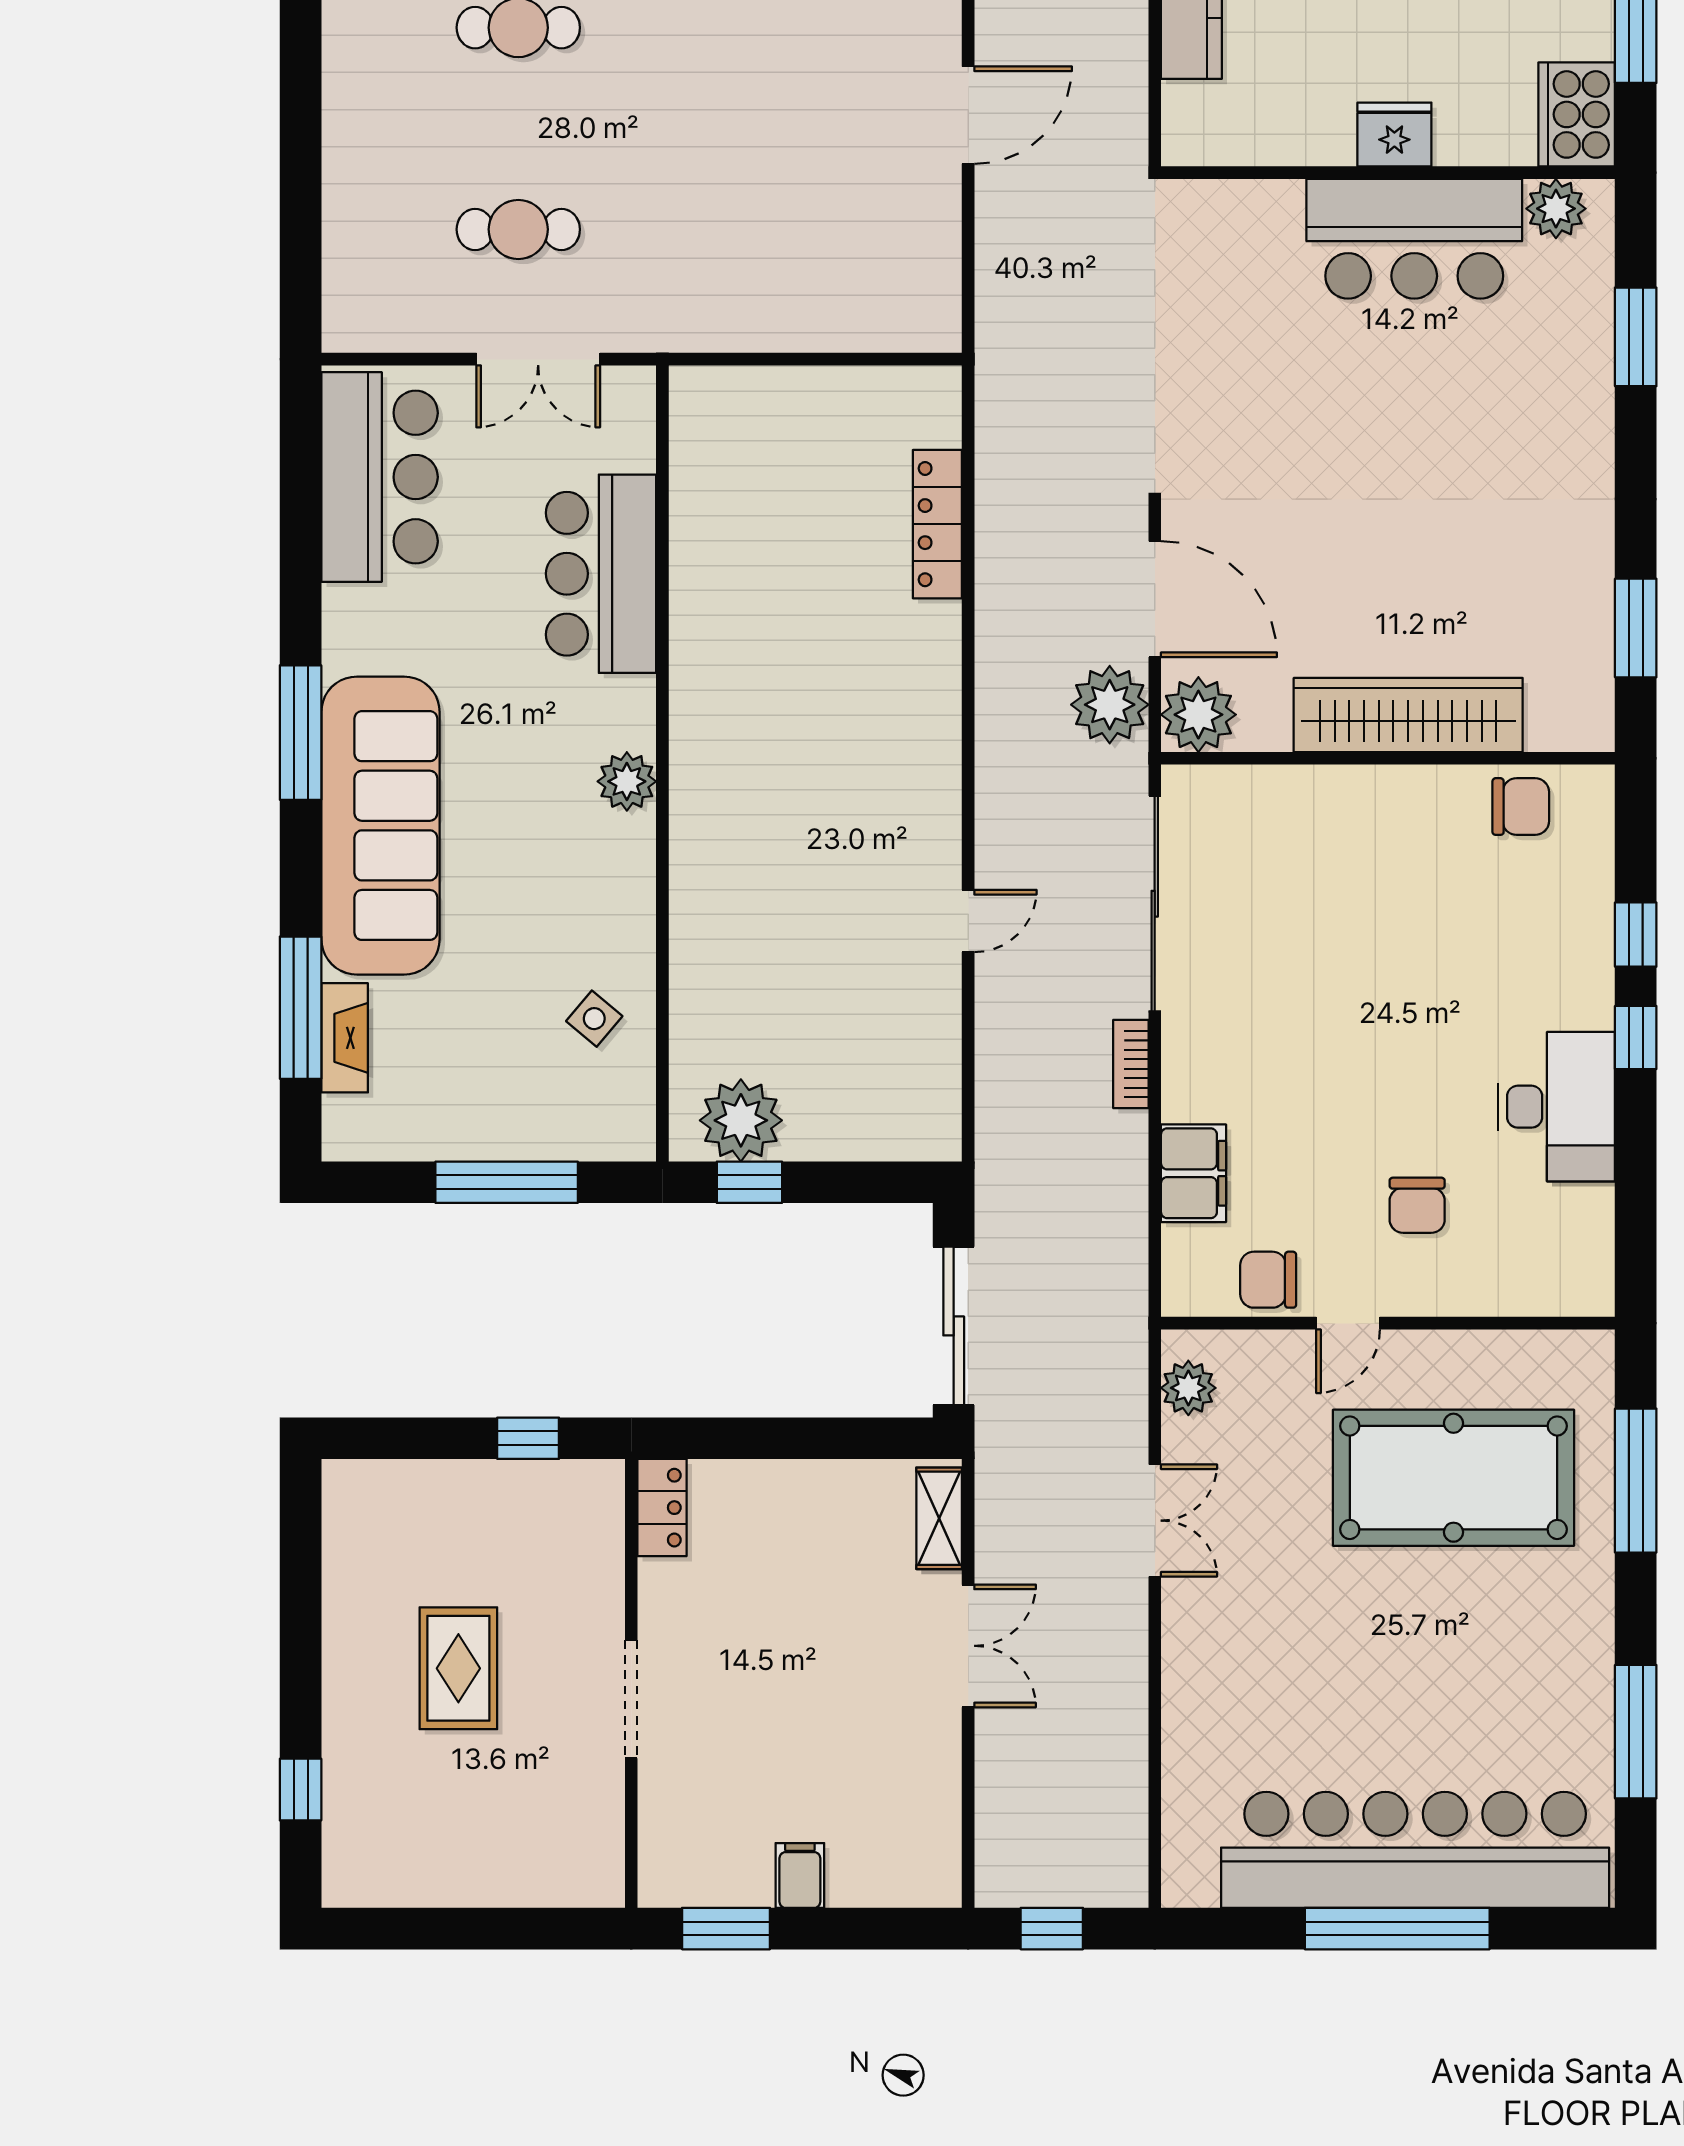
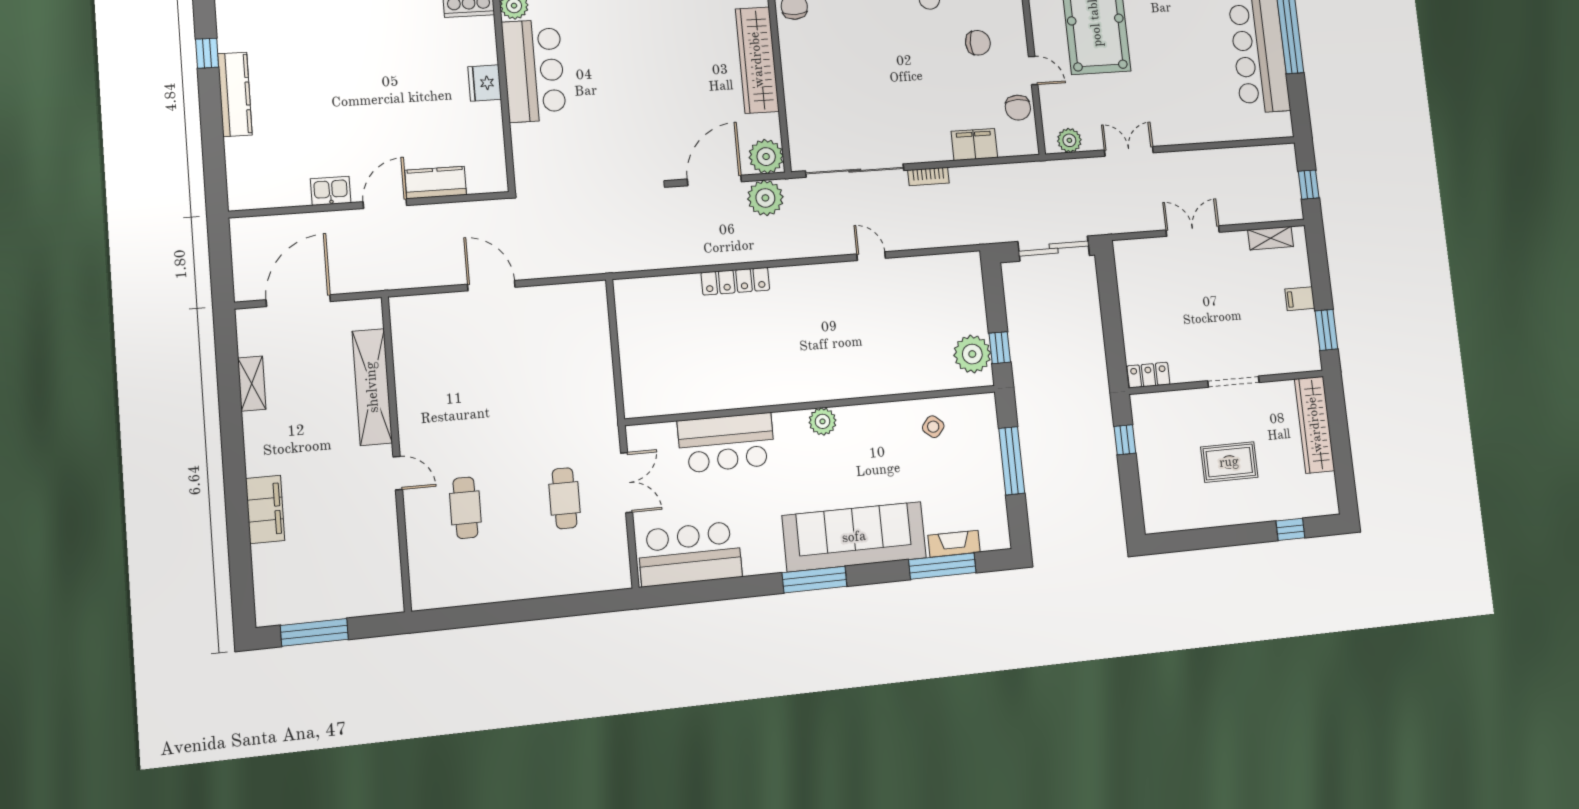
locker: (937, 524) -> (735, 281), moved
shelving: (939, 1518) -> (1271, 238), moved
wardrobe: (521, 1874) -> (1315, 425), added

